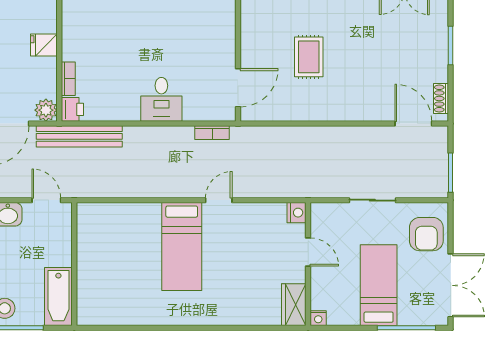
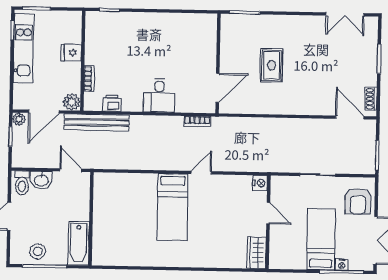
printer: (72, 109) -> (112, 103), moved, turned -90
nightstand: (318, 318) -> (342, 265), moved

